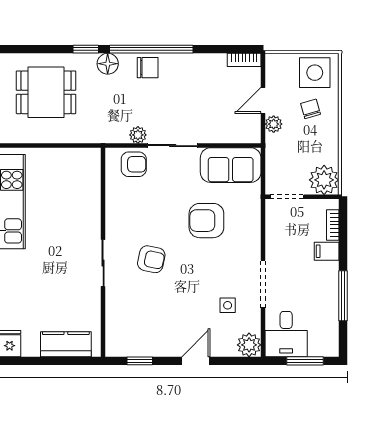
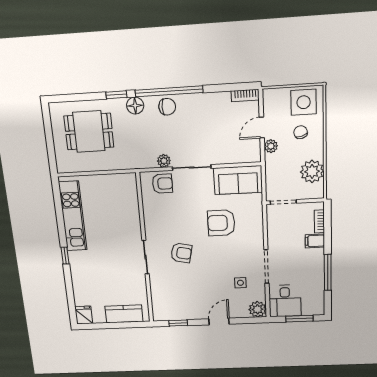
plant: (324, 180) -> (312, 171), moved

